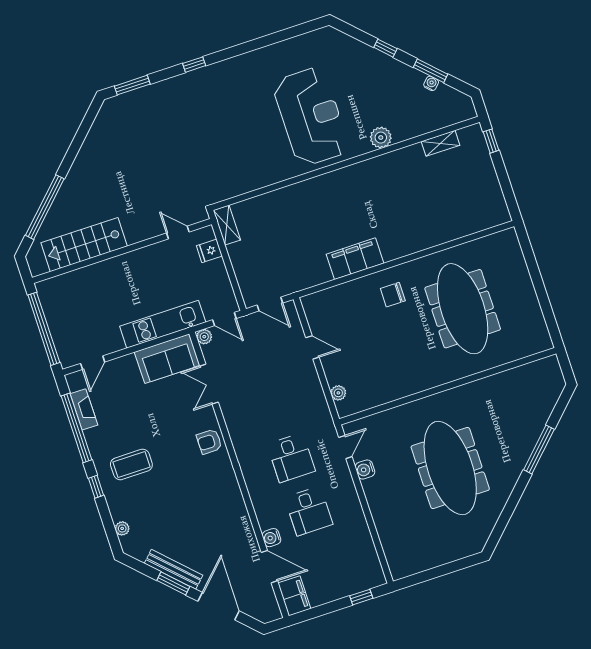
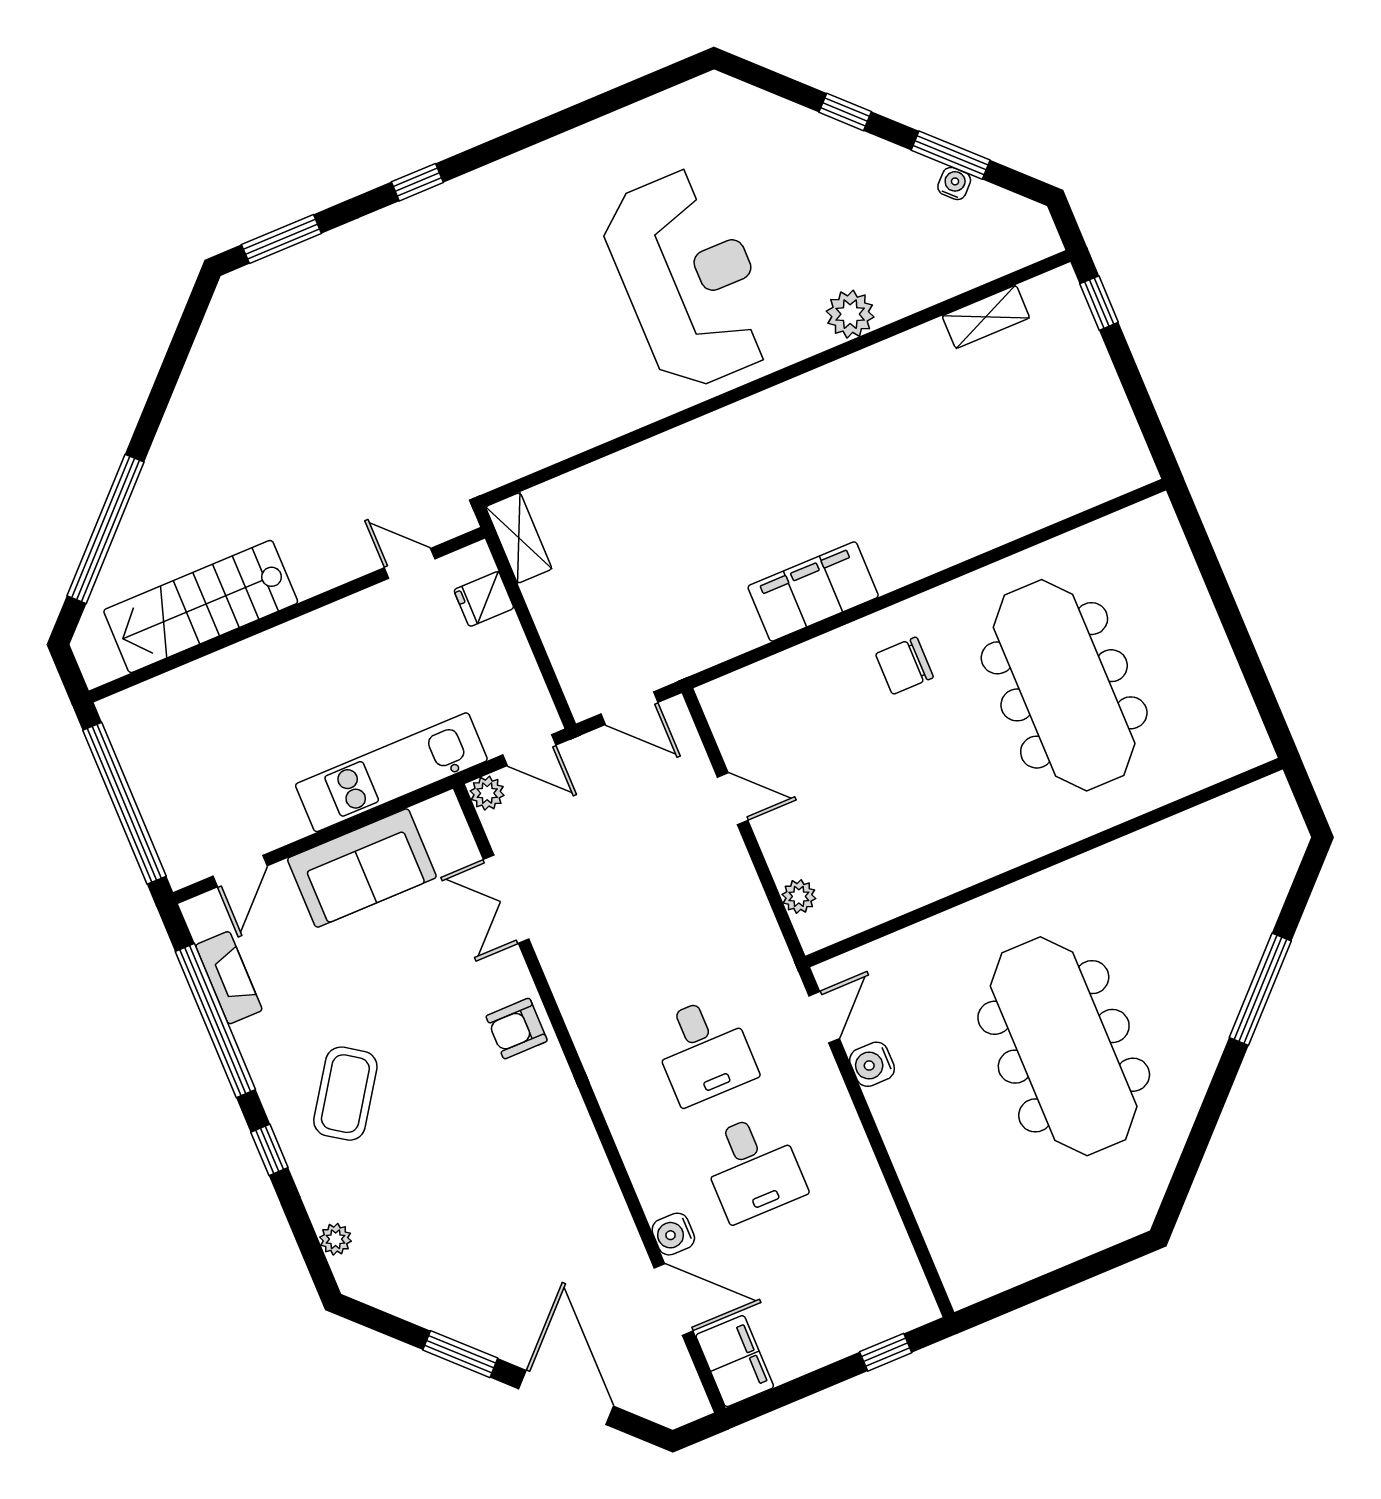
sofa: (167, 359) -> (362, 868), moved
coffee table: (131, 464) -> (345, 1094), turned -56
bench: (174, 569) -> (458, 1322), removed

